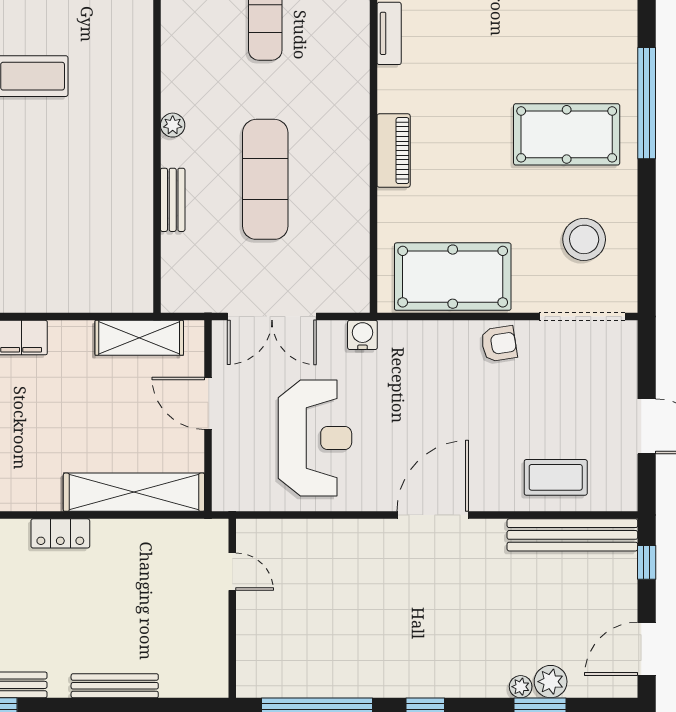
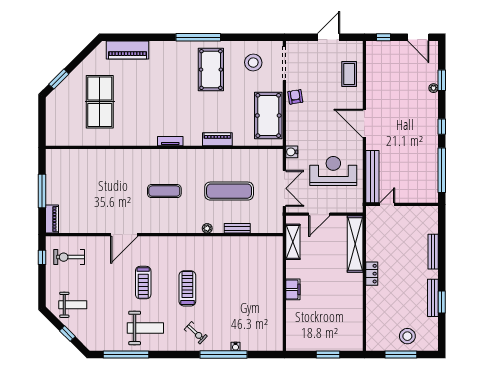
bench: (572, 535) -> (372, 177), moved
plant: (551, 682) -> (431, 76), removed

